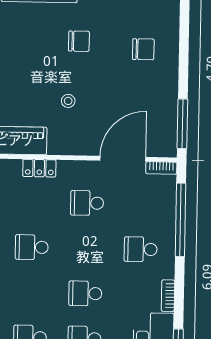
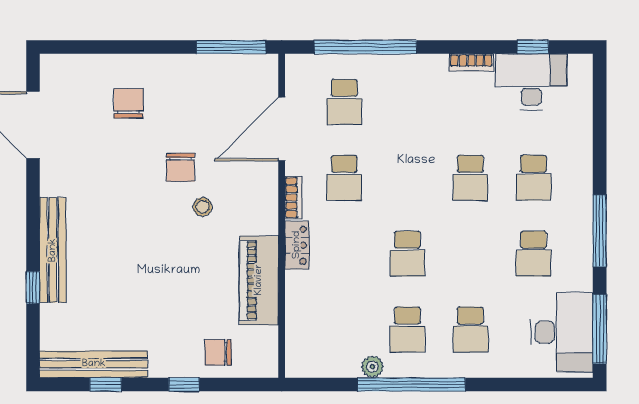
chair: (79, 41) -> (180, 167), moved, turned 180
door: (123, 159) -> (282, 129), hinge flipped
bookcase: (161, 168) -> (293, 198), moved
school desk: (141, 249) -> (344, 102), moved

